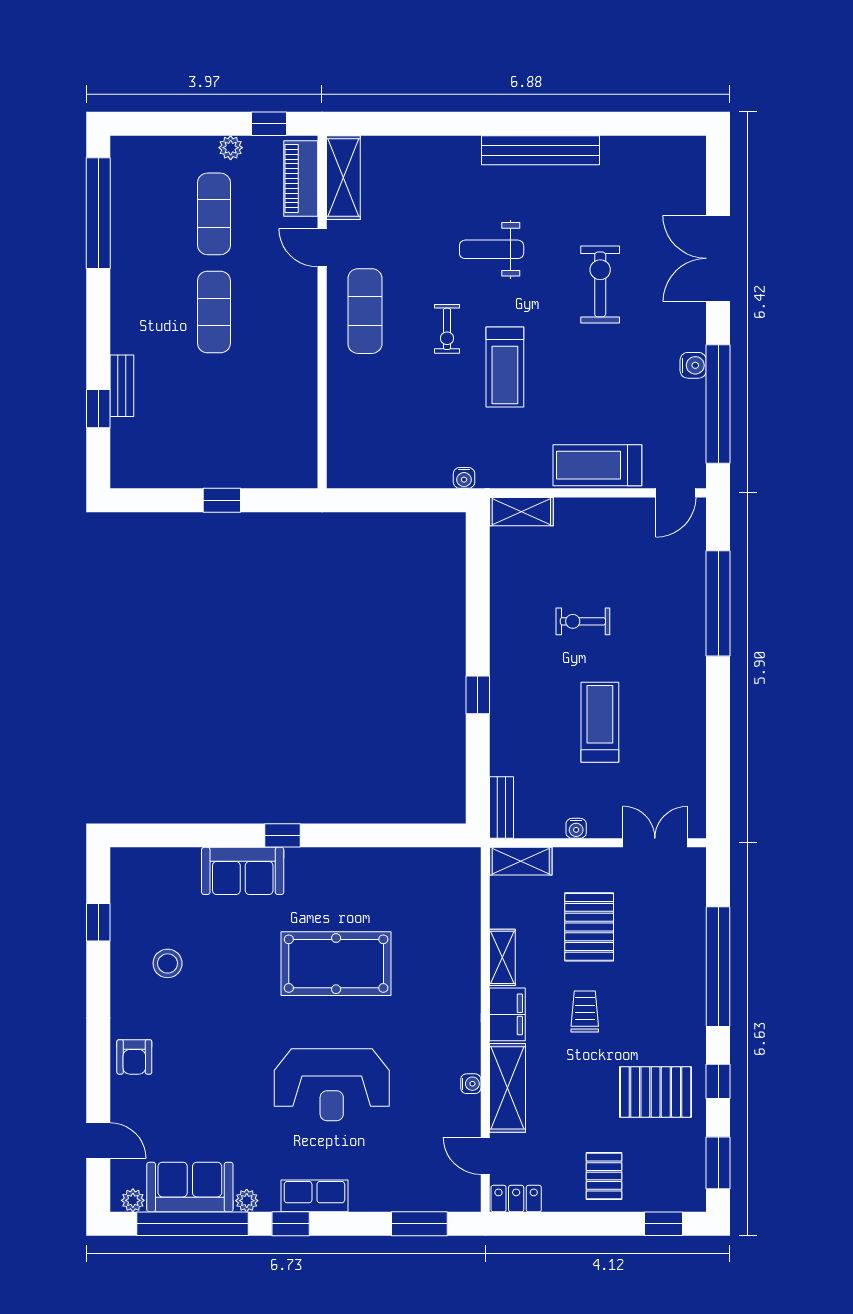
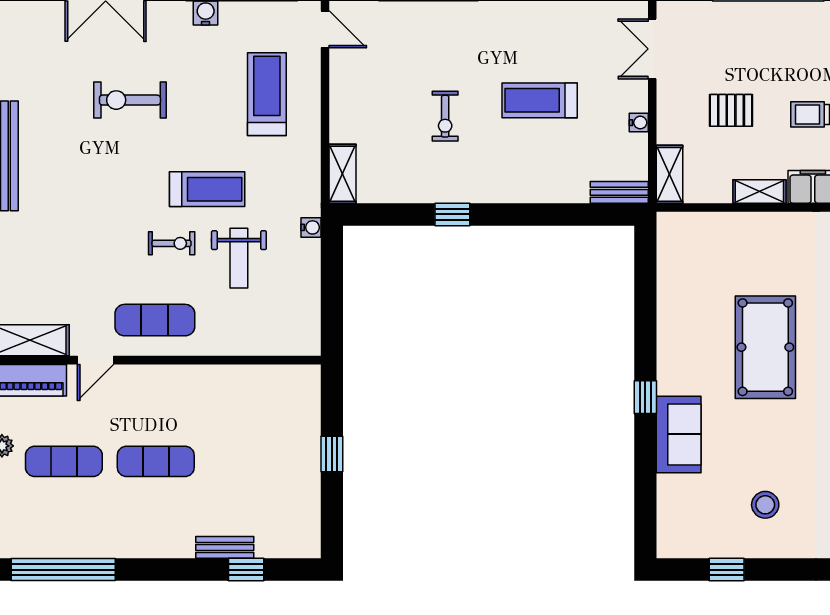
weight bench: (492, 249) -> (239, 258), moved
treadmill: (597, 465) -> (267, 94), moved, turned 180
window: (478, 695) -> (452, 214), moved
pallet: (589, 927) -> (731, 110), width x0.67, depth x0.71

